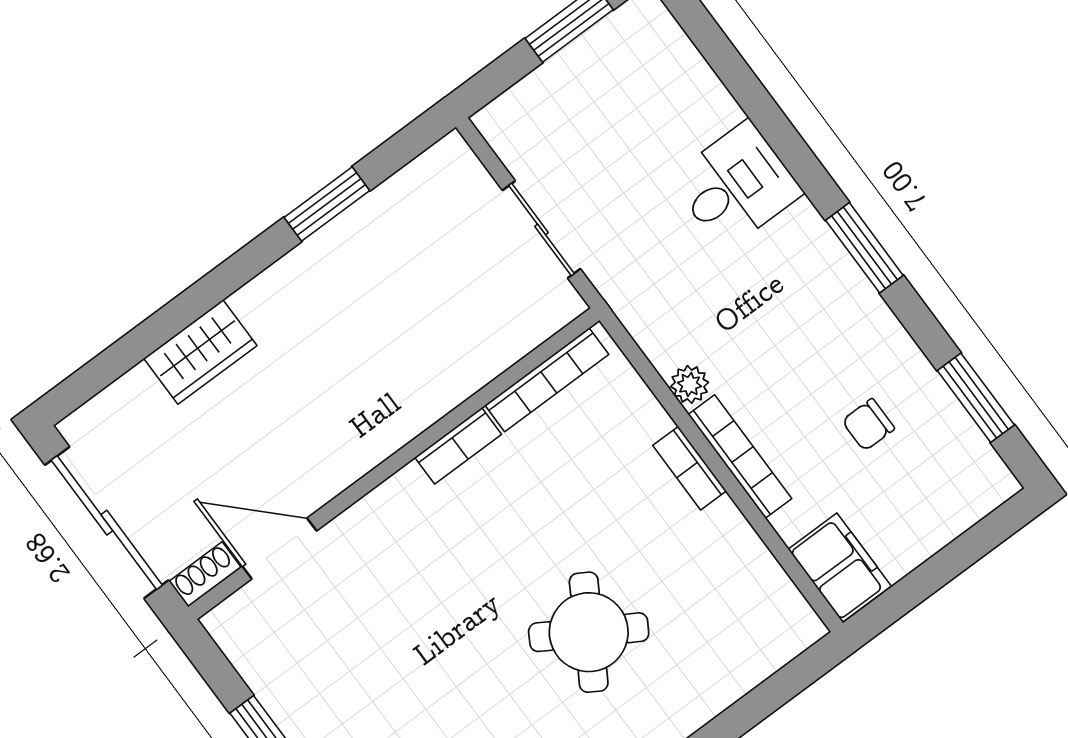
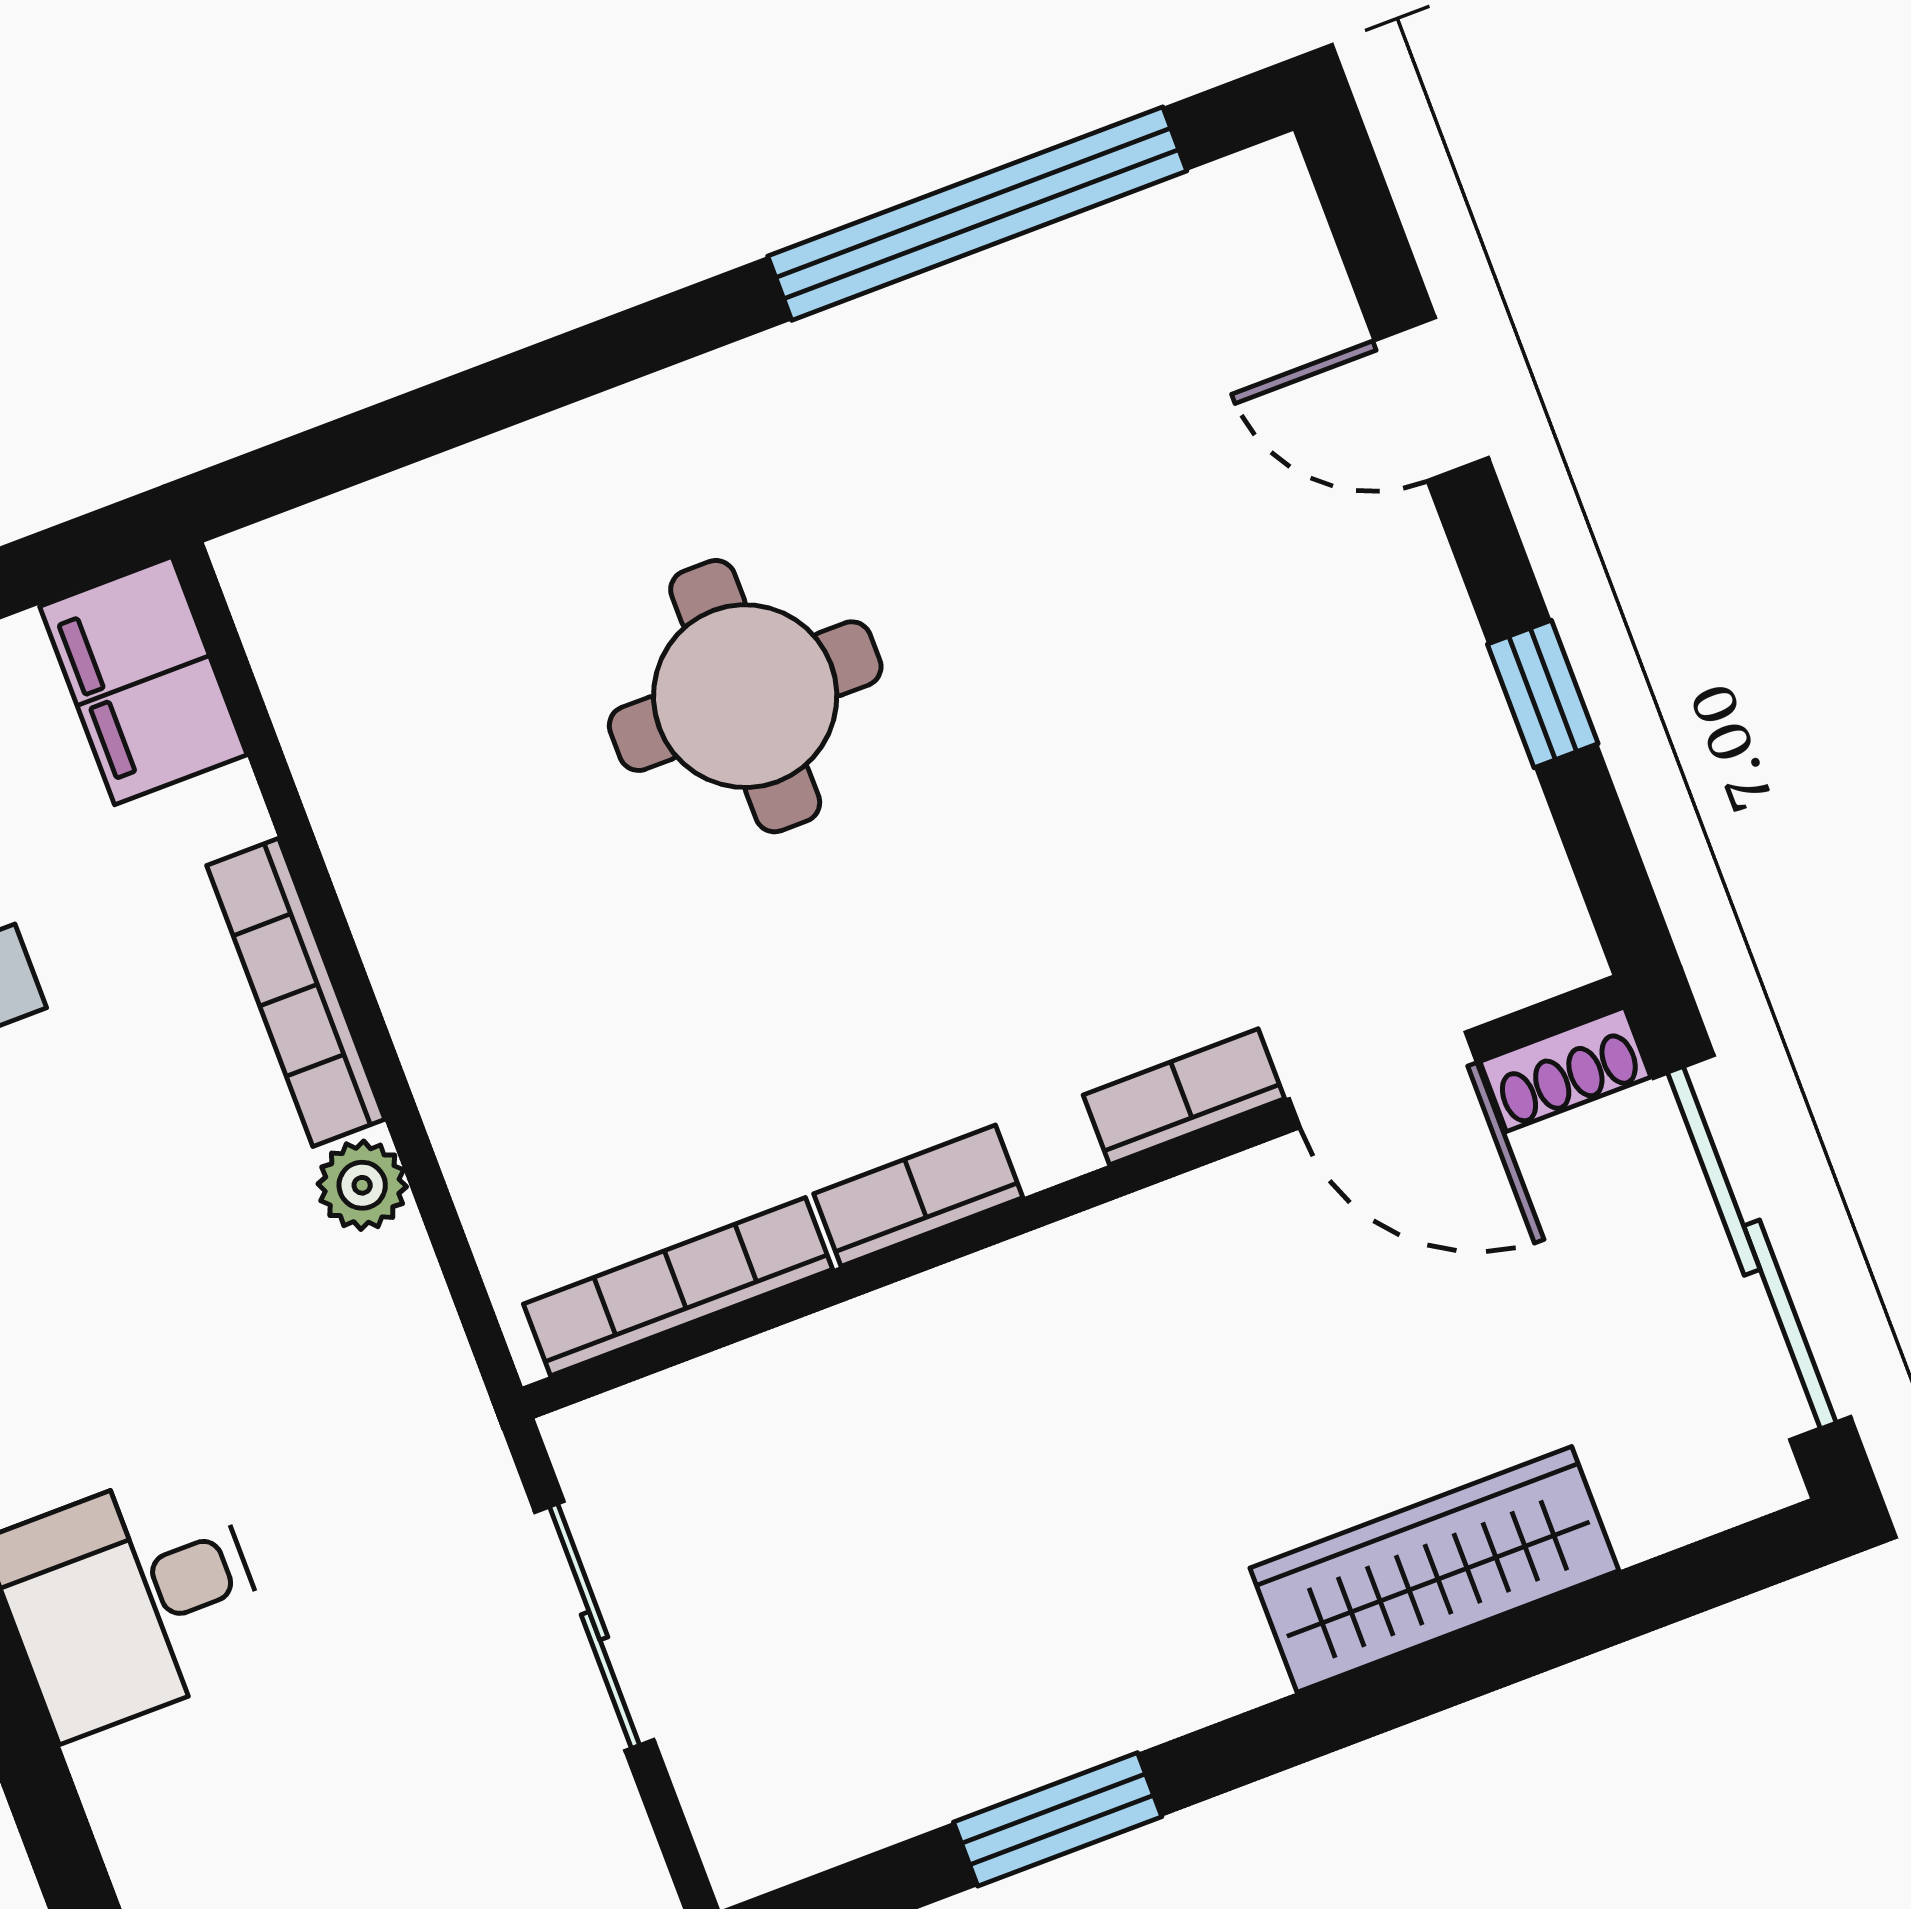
wardrobe: (200, 352) -> (1434, 1569), width x1.50
bookcase: (690, 468) -> (1184, 1097), moved, turned -90
round table: (589, 632) -> (745, 696), turned -31

